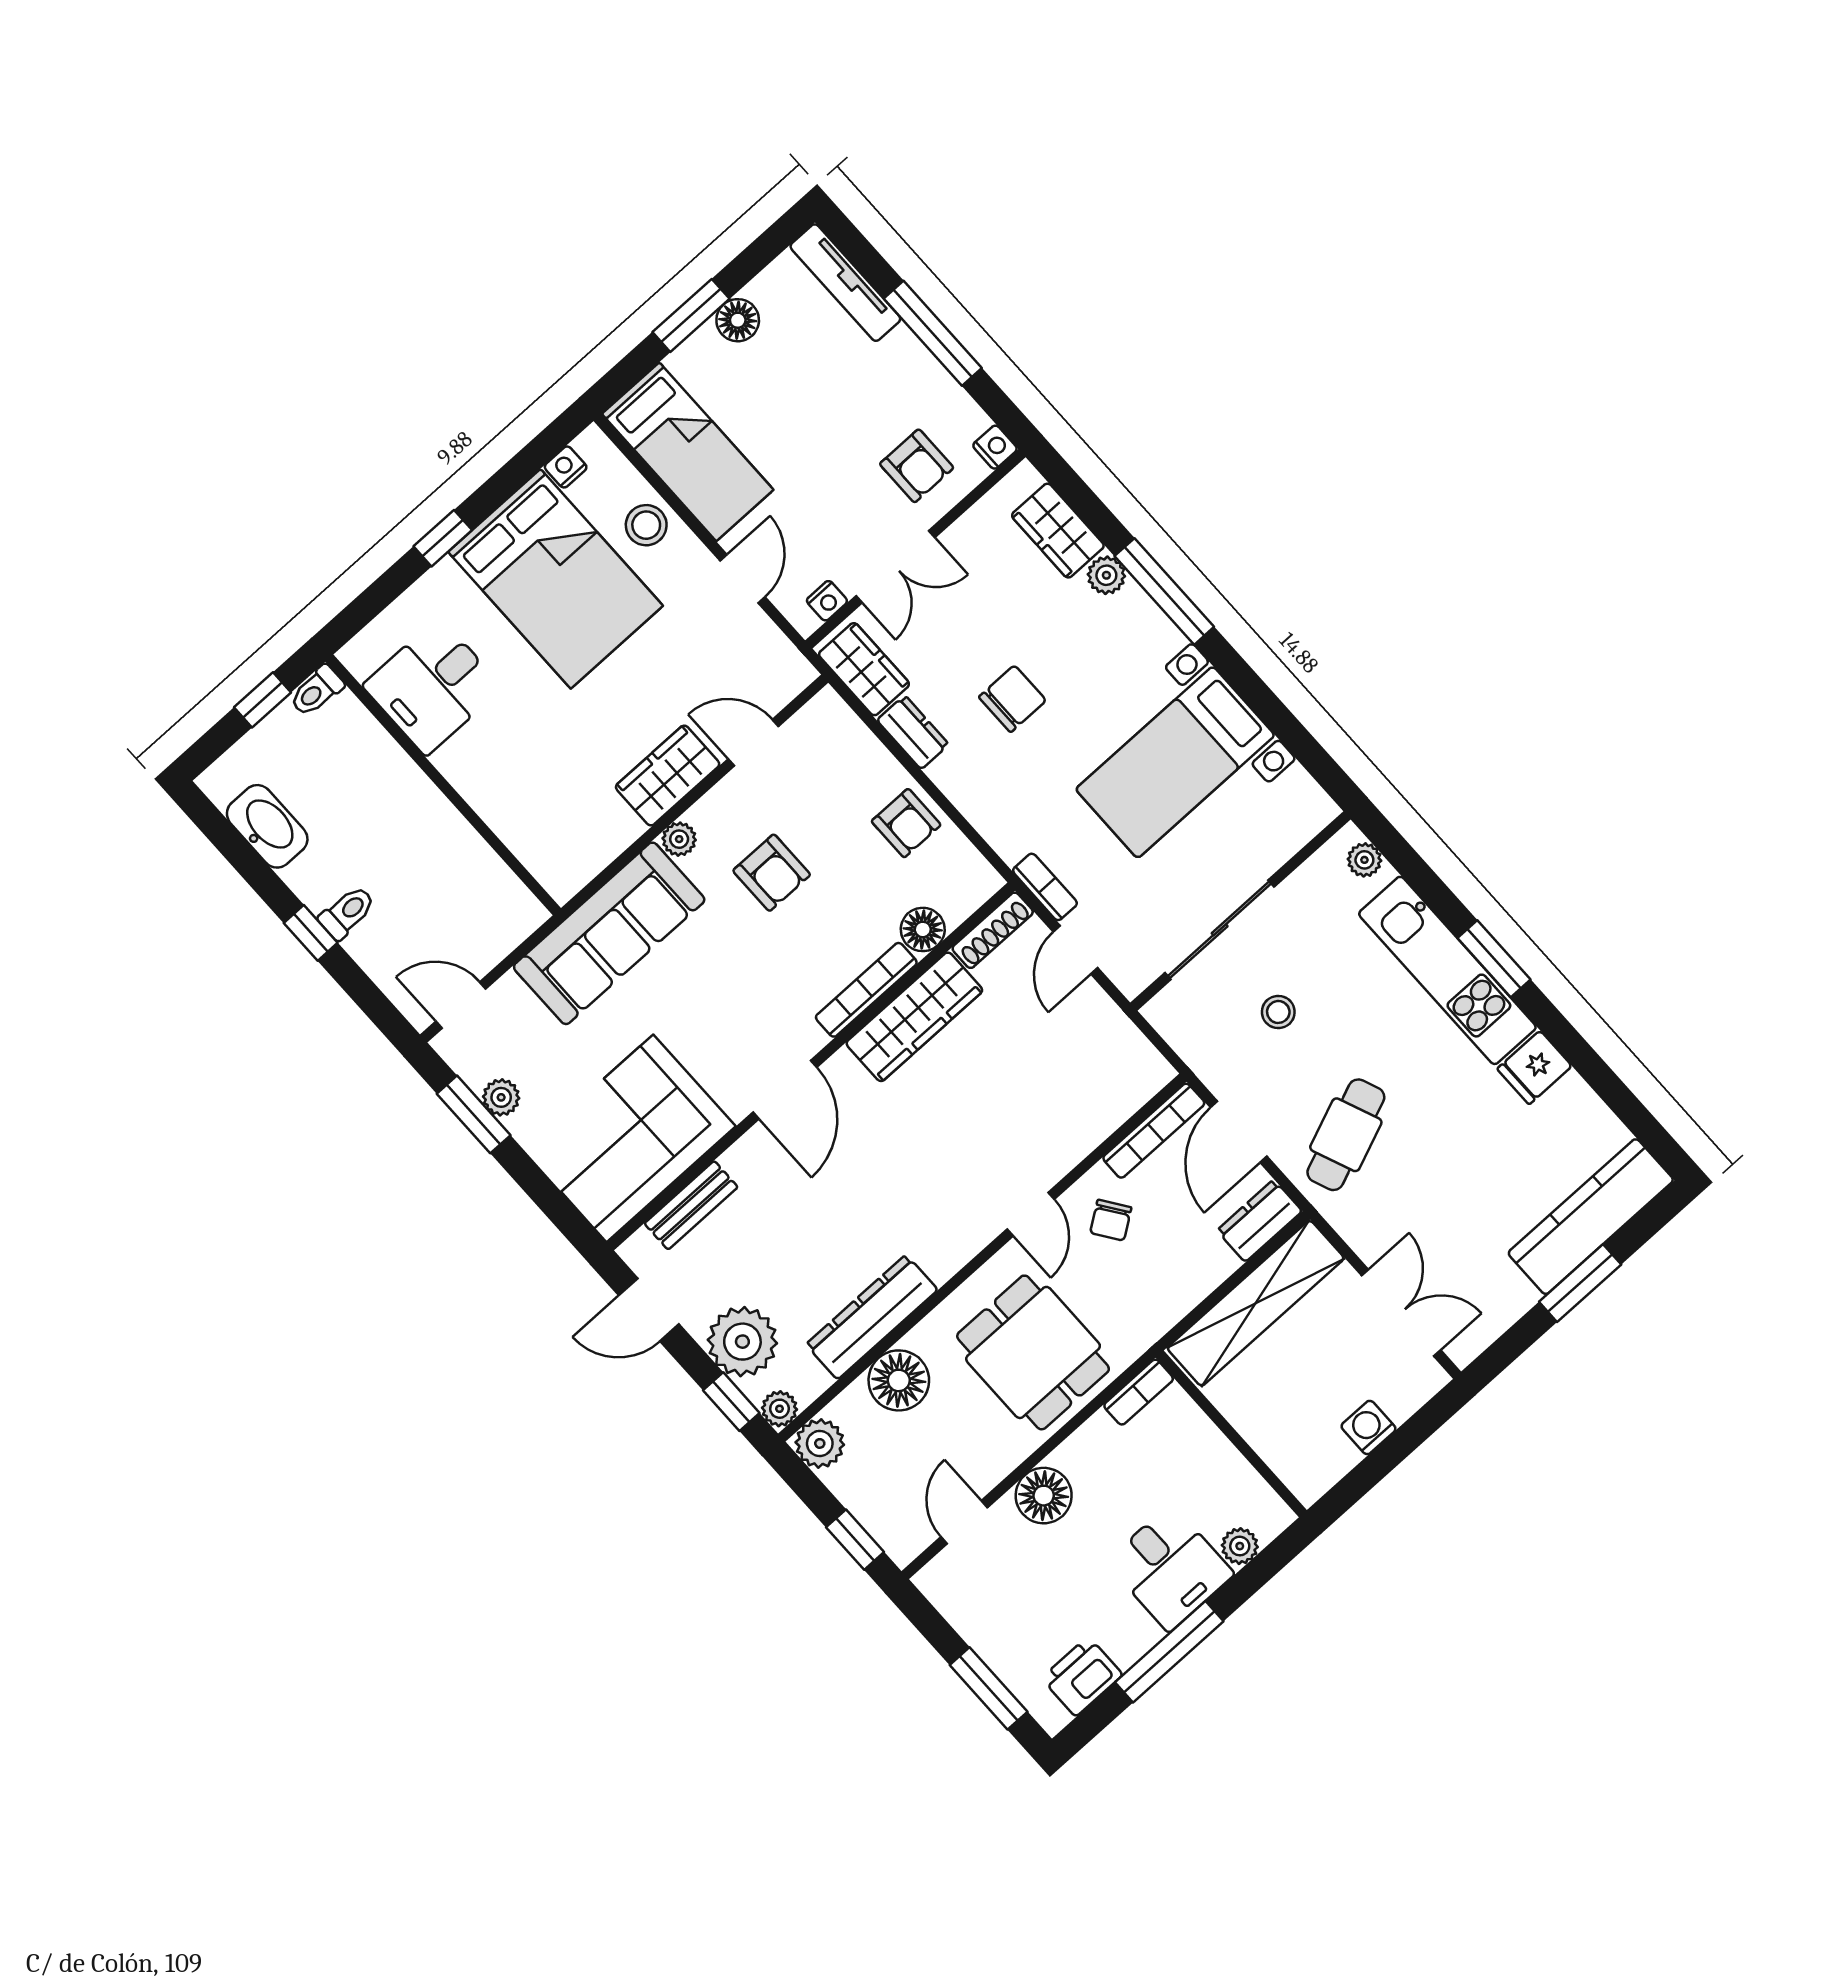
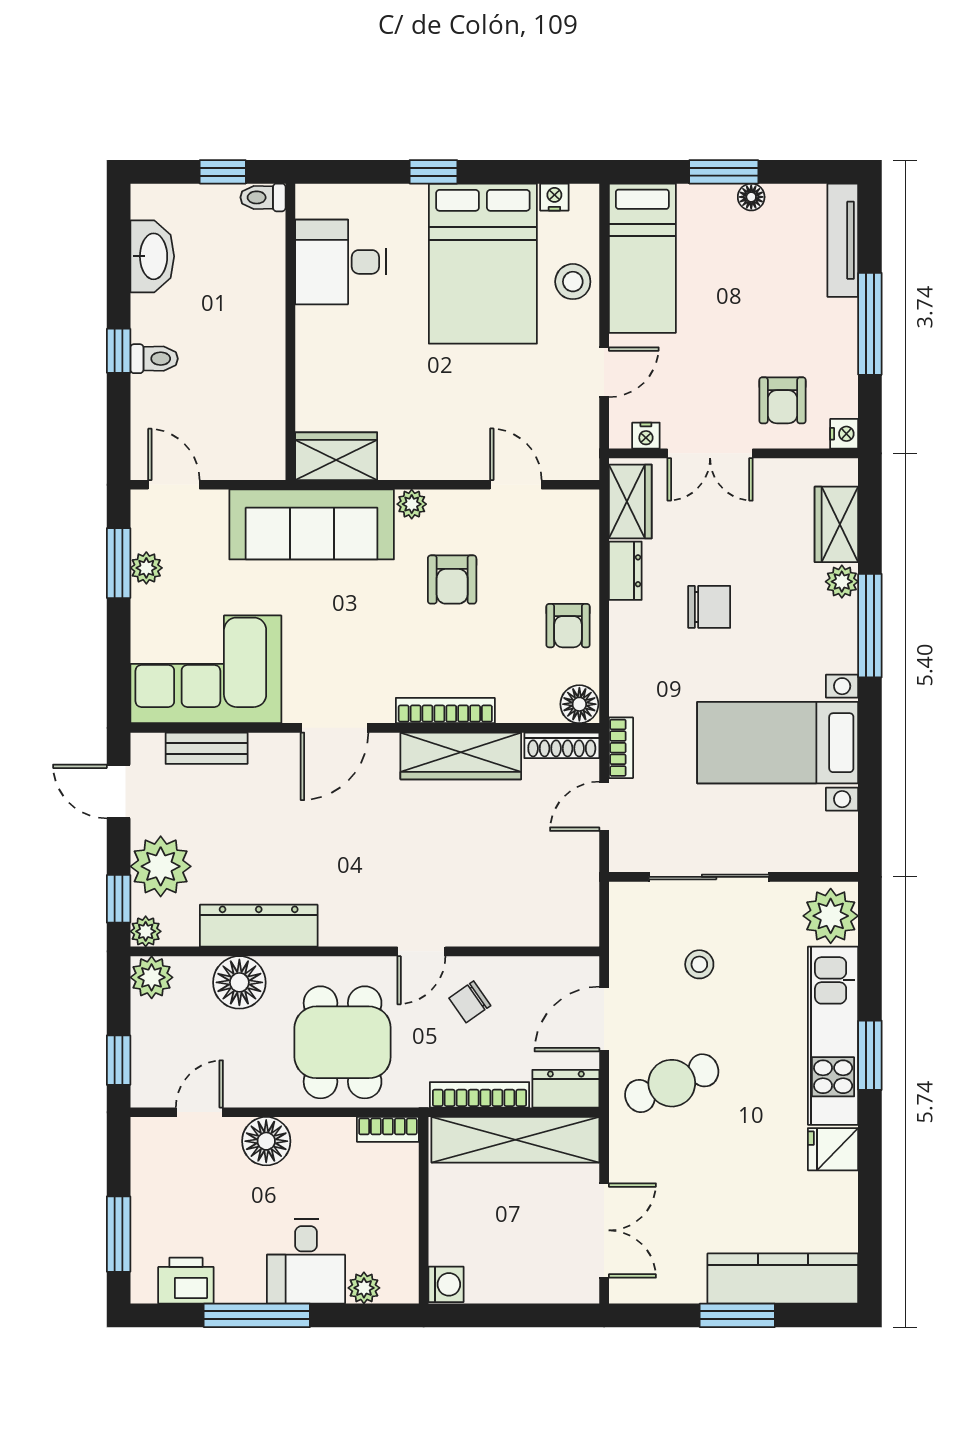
floor lamp: (738, 320) -> (751, 197), width x0.73, depth x0.73
wardrobe: (668, 776) -> (336, 456), moved
plant: (1364, 860) -> (831, 916), width x1.87, depth x1.87
floor lamp: (923, 929) -> (579, 704), moved
bookcase: (1154, 1131) -> (480, 1095), moved, turned 180
washing machine: (1369, 1427) -> (446, 1284), moved, turned 90

